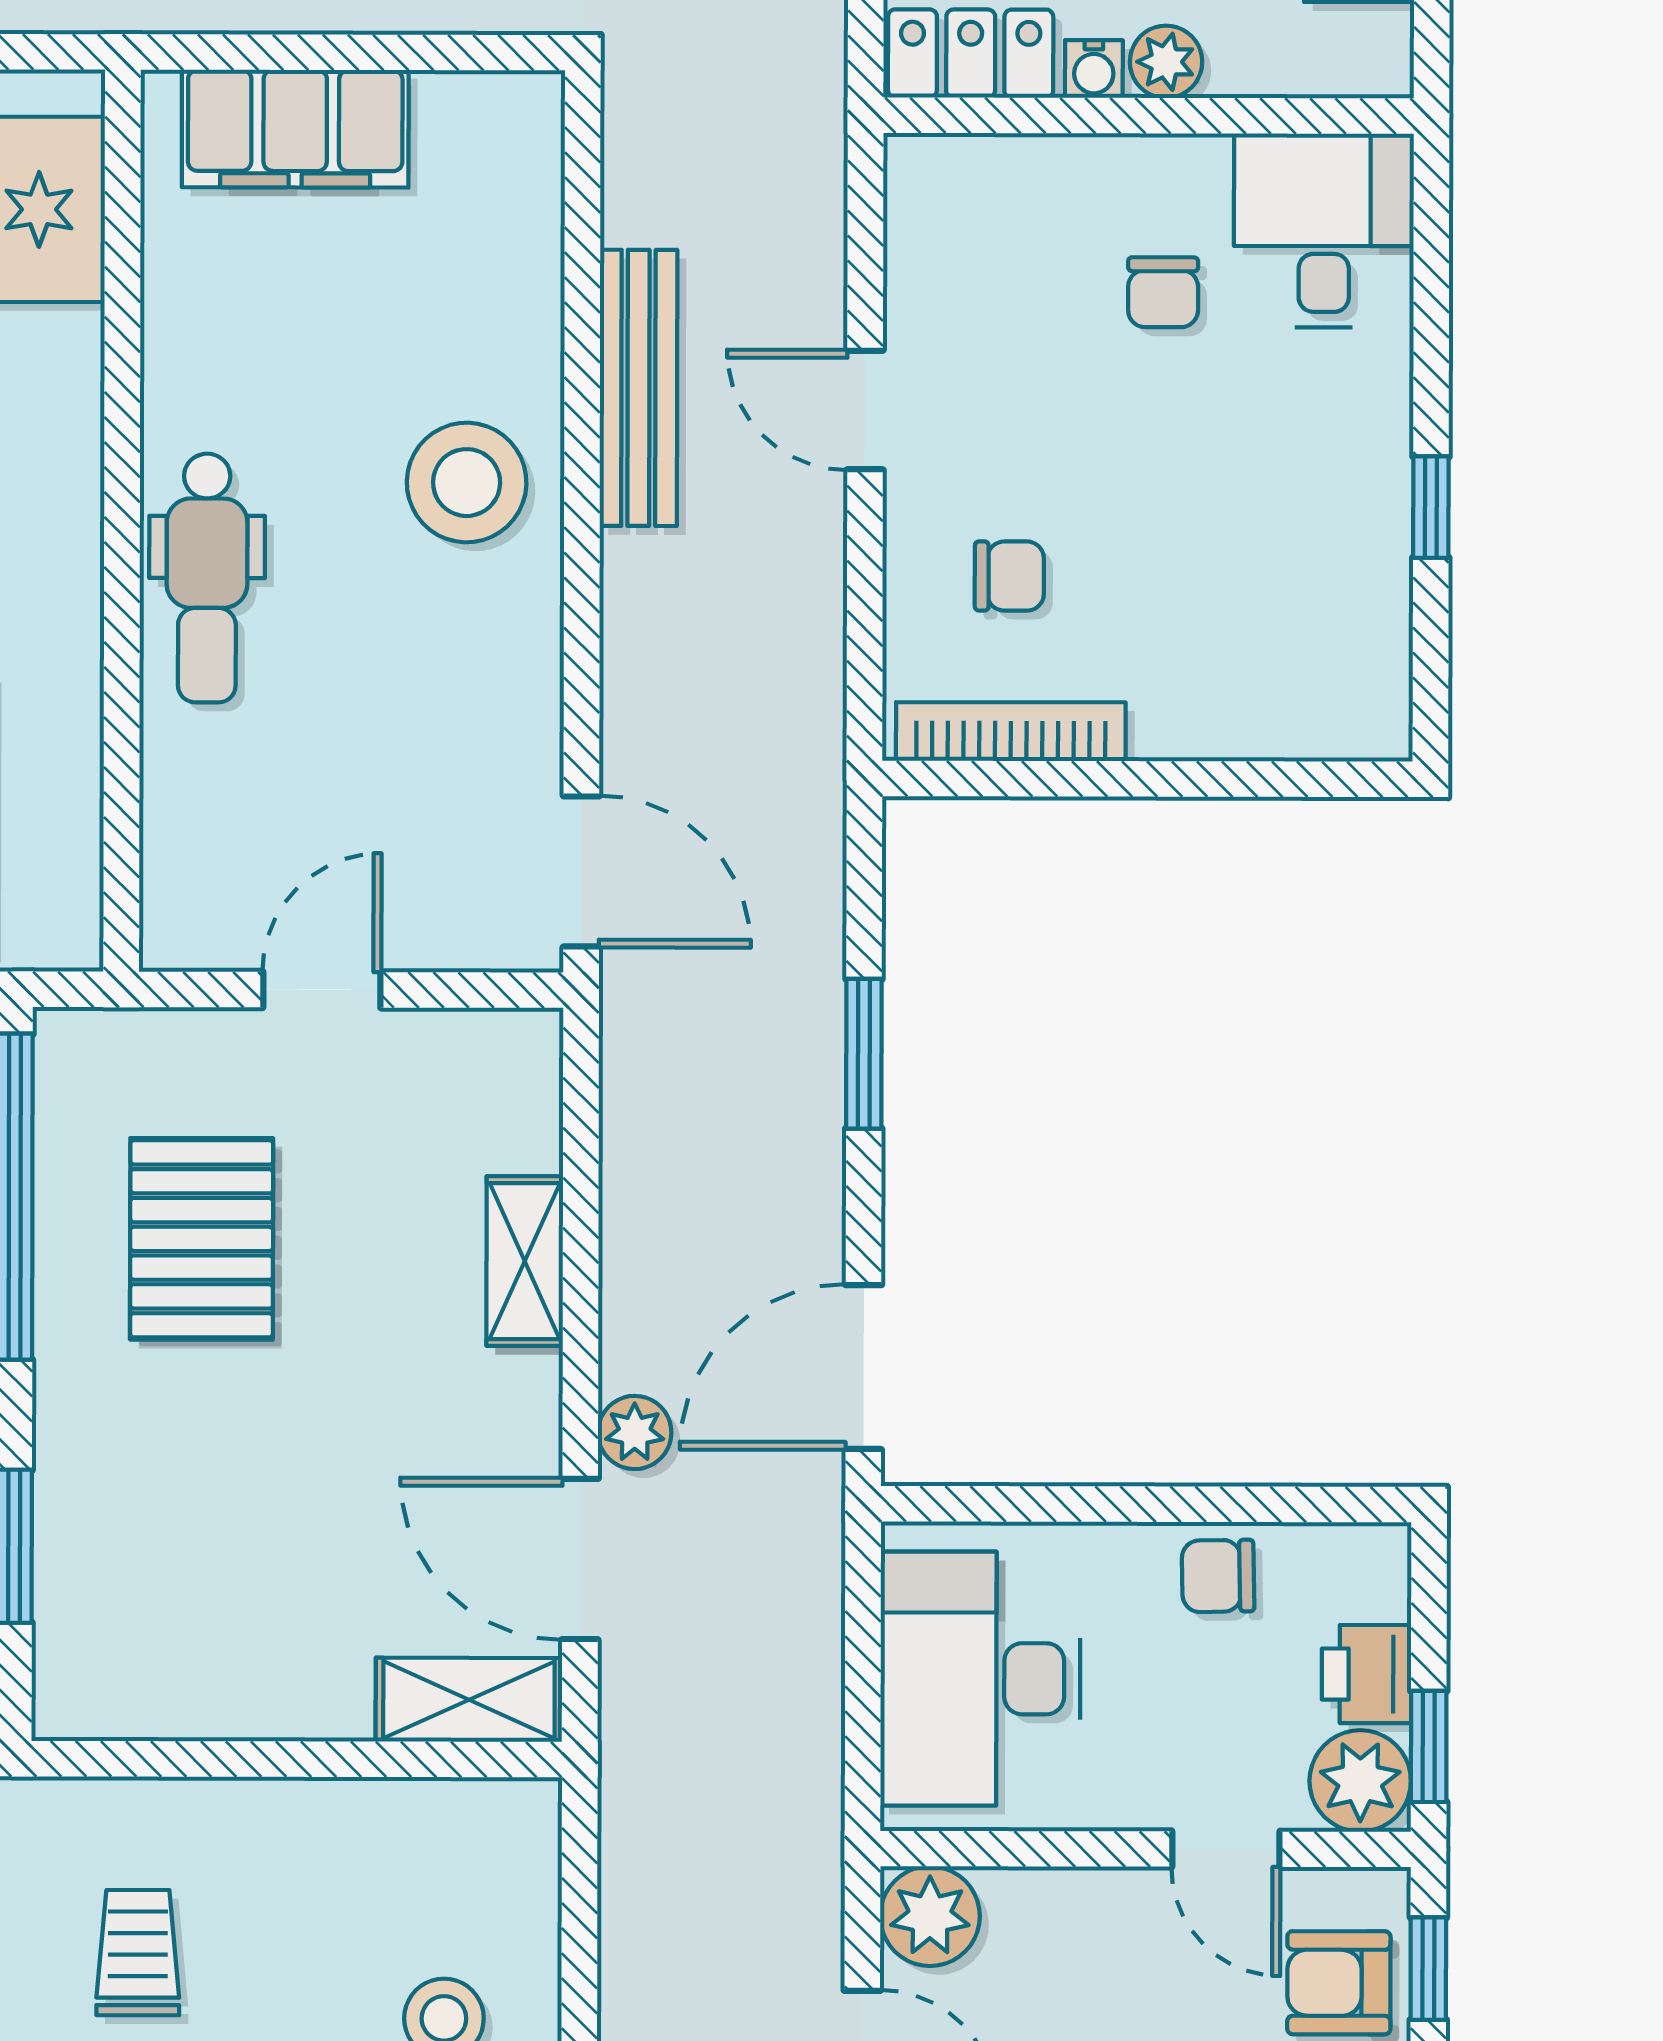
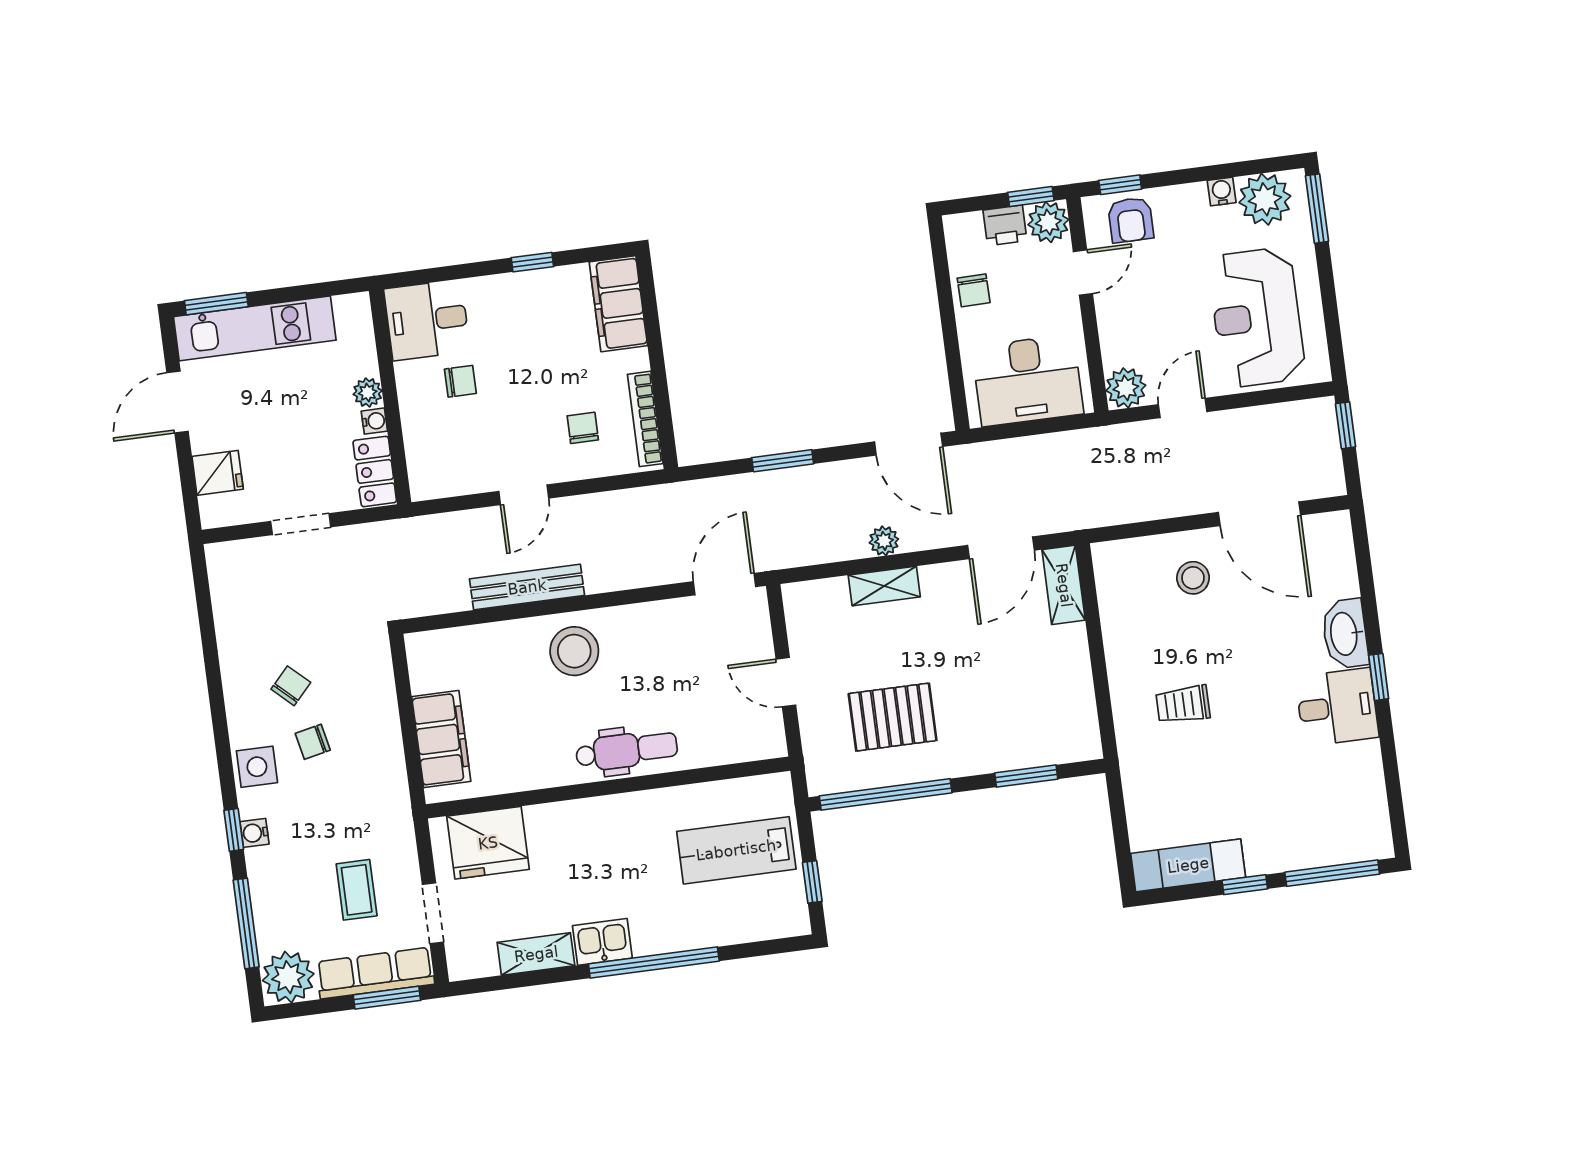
filing cabinet: (1301, 704) -> (618, 304), added
plant: (635, 1432) -> (884, 541), moved

